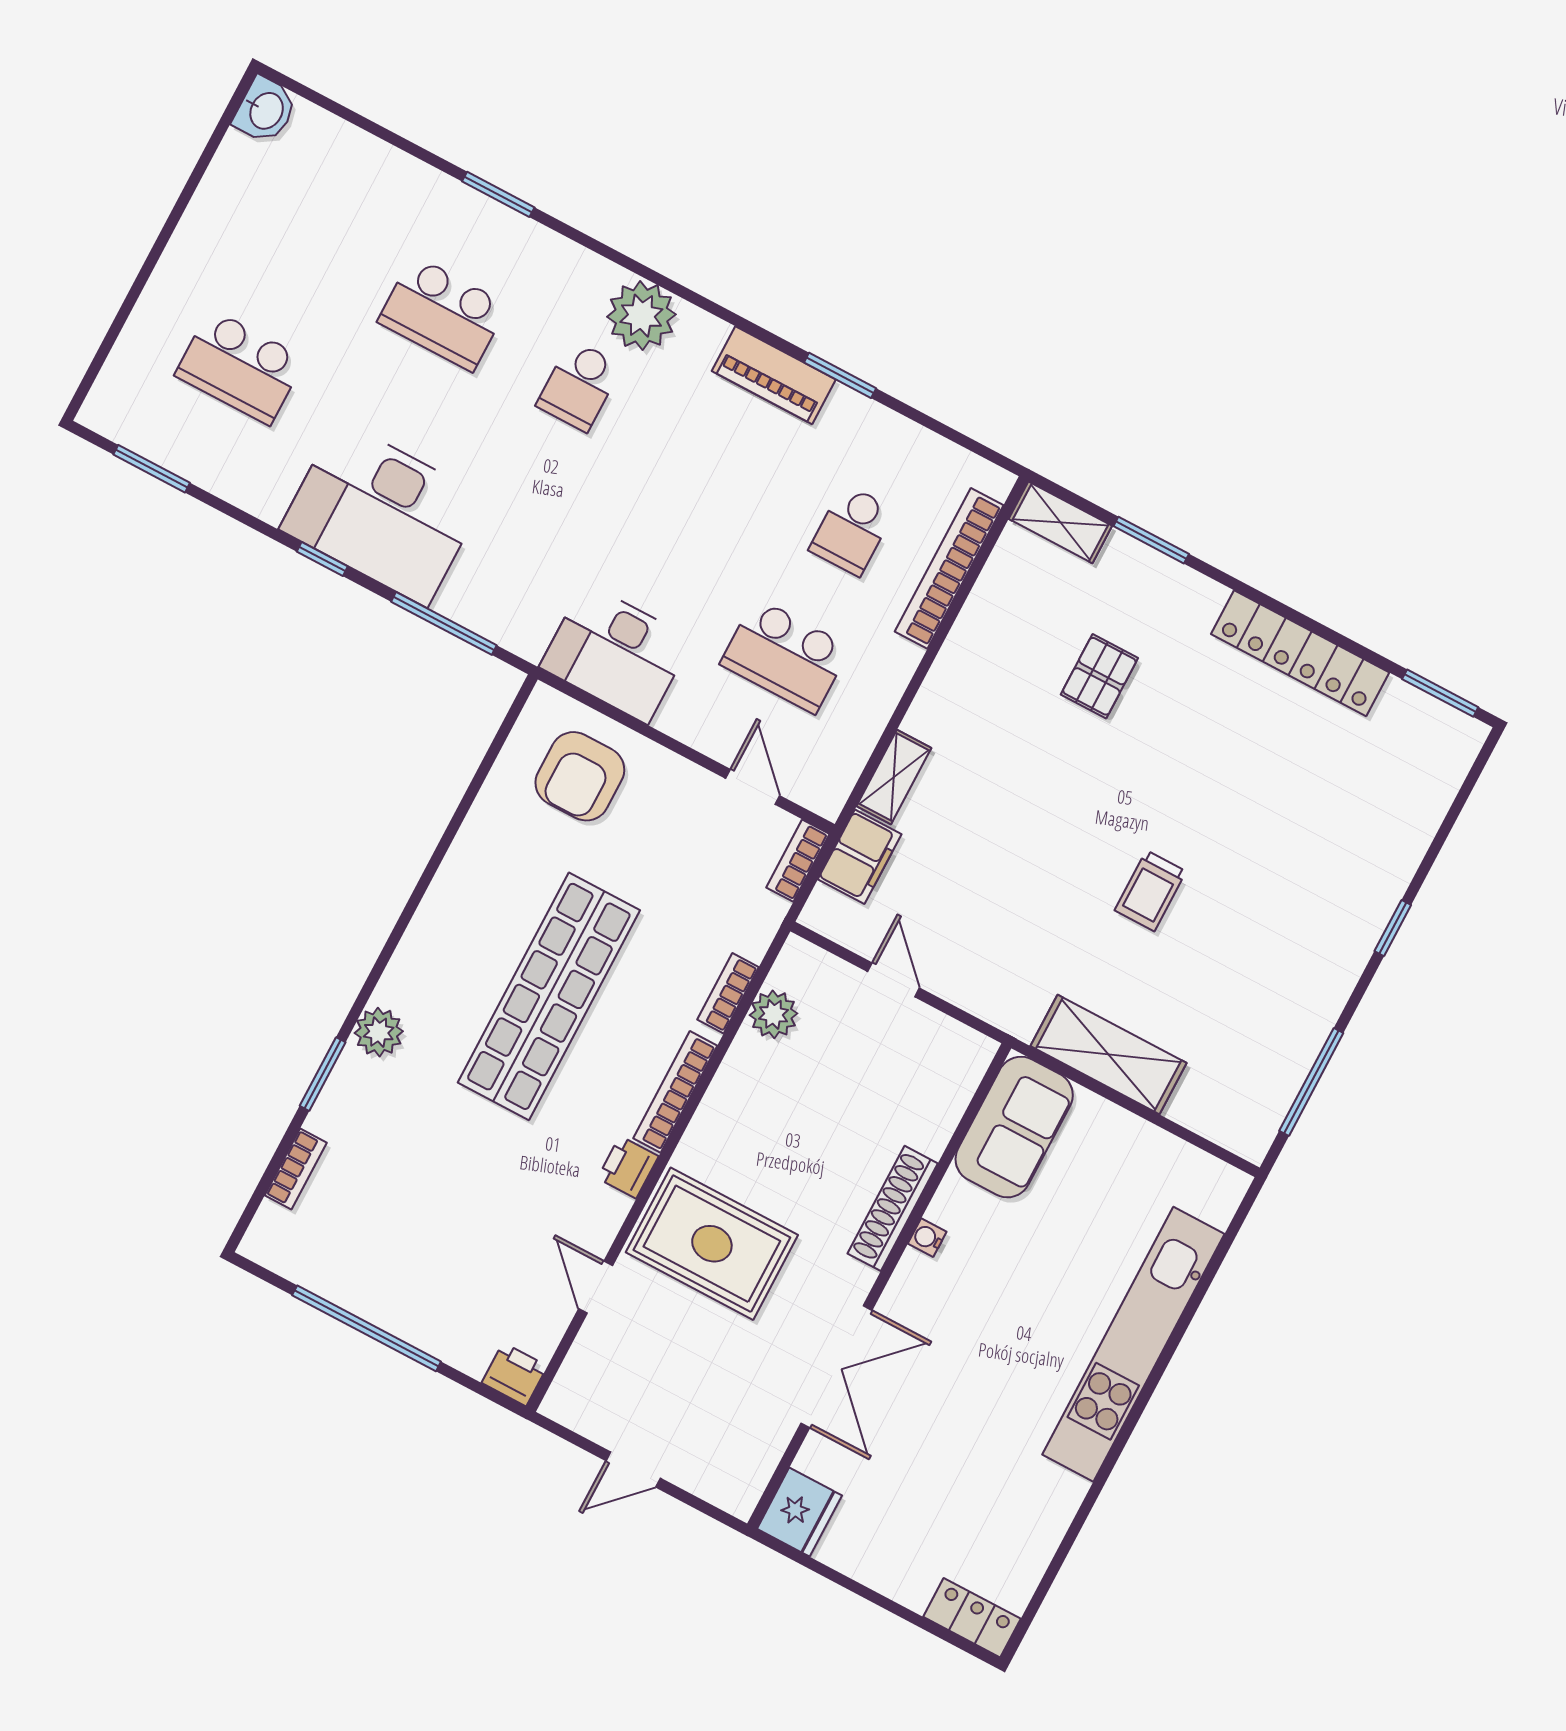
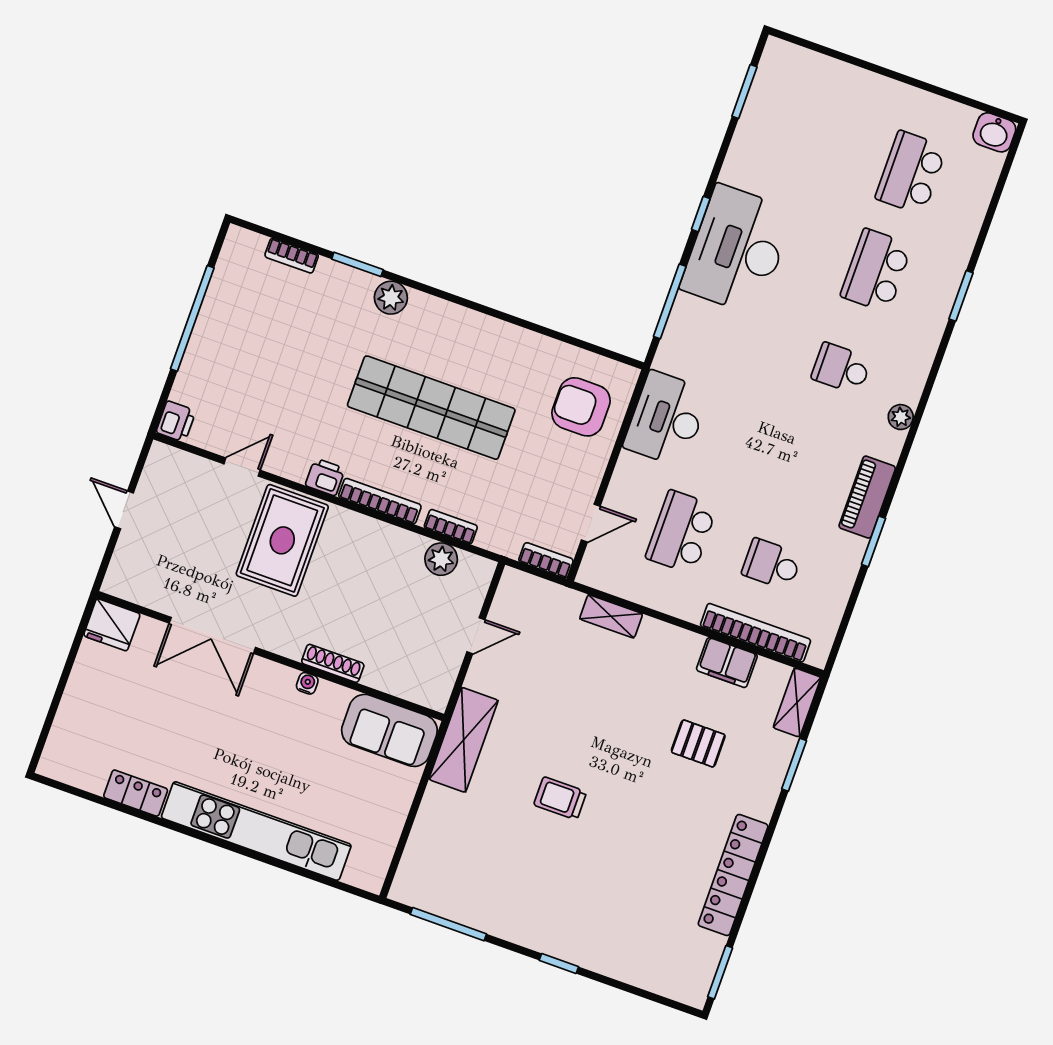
plant: (641, 316) -> (901, 417), width x0.53, depth x0.53
school desk: (240, 367) -> (911, 173), moved
filing cabinet: (860, 857) -> (727, 663), moved
shelving: (1109, 1054) -> (464, 740), moved
shoe rack: (893, 1208) -> (333, 663), width x0.74, depth x0.81
locker: (972, 1618) -> (136, 793), moved, turned -90

